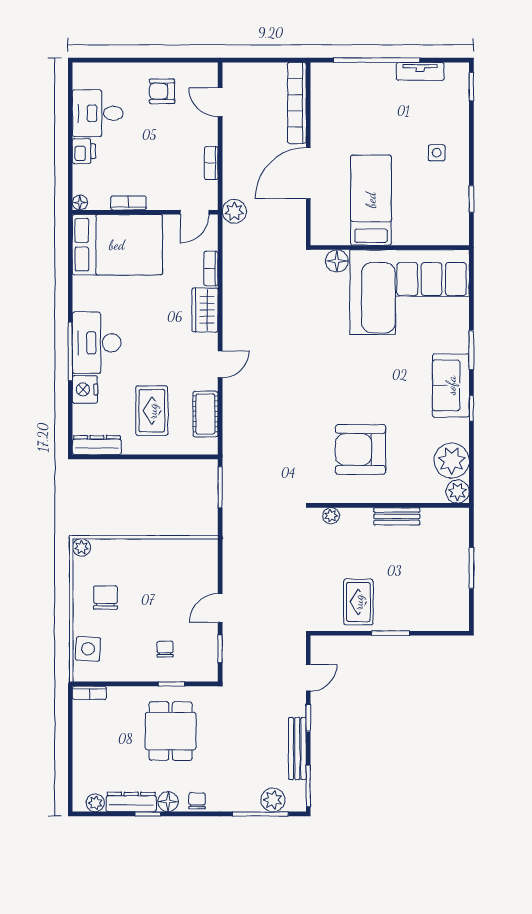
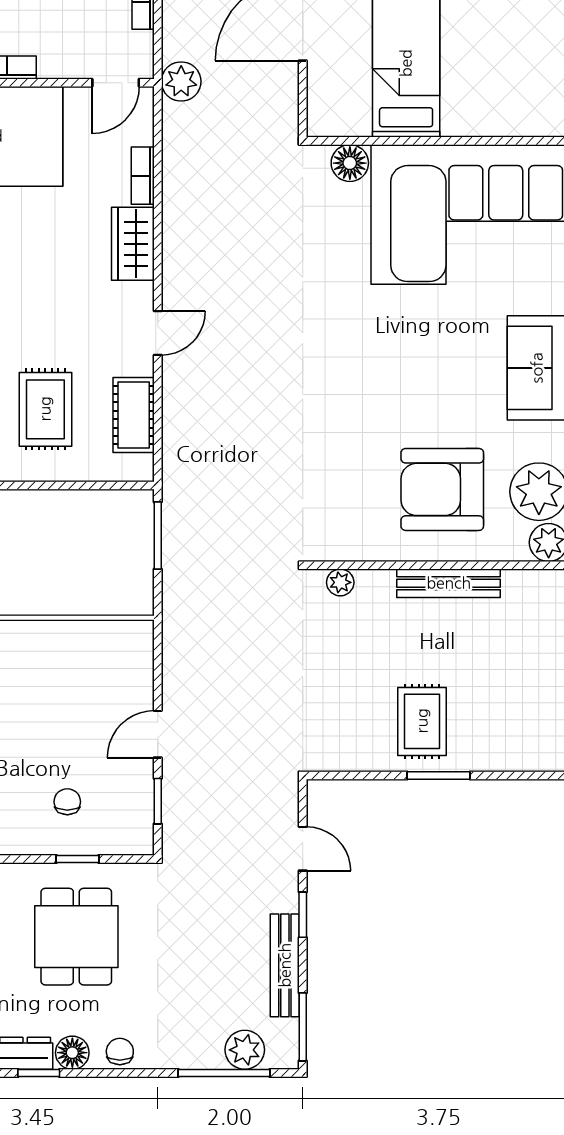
armchair: (361, 449) -> (442, 489), moved
bench: (397, 516) -> (449, 583), width x1.36
rug: (358, 602) -> (422, 721), moved
door: (308, 678) -> (303, 849), hinge flipped

